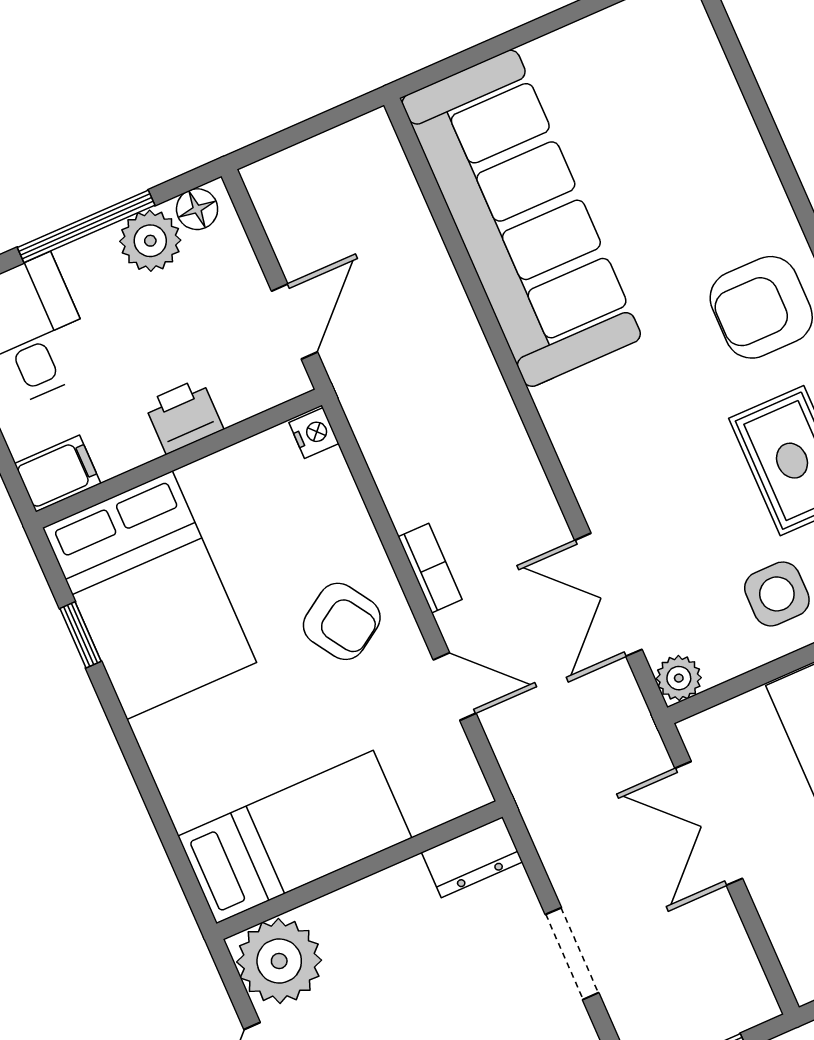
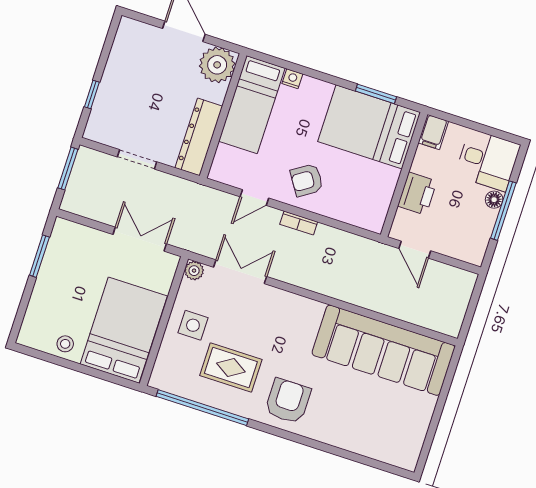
floor lamp: (197, 209) -> (494, 200), moved
plant: (150, 241) -> (481, 227), removed
printer: (184, 416) -> (417, 194), width x1.36, depth x1.24
nightstand: (314, 433) -> (292, 79), moved, turned 180
window: (80, 635) -> (376, 94), width x1.50
dresser: (472, 857) -> (199, 137), width x1.96, depth x1.24

